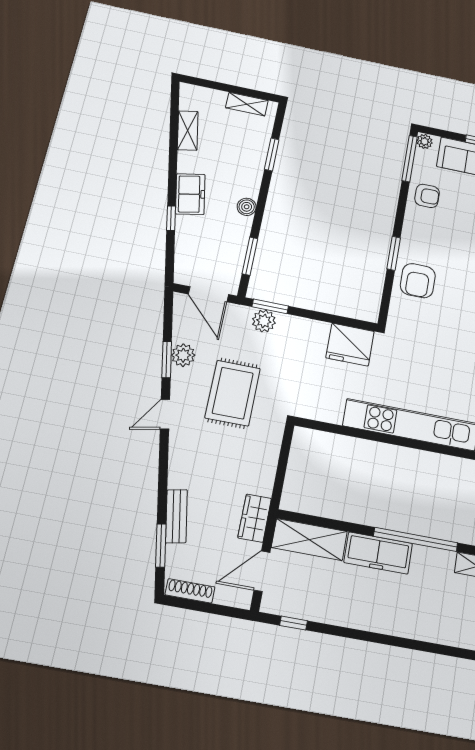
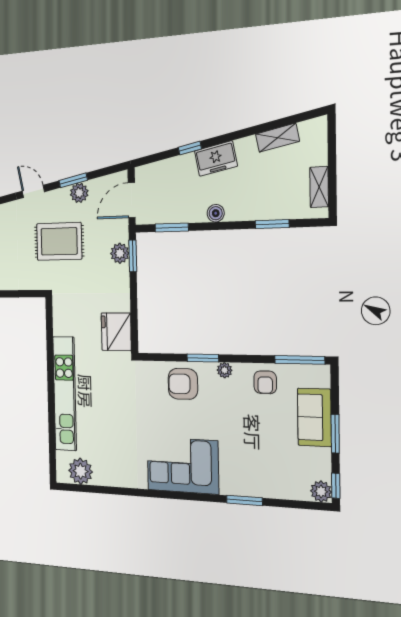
plant: (424, 141) -> (225, 370), moved

